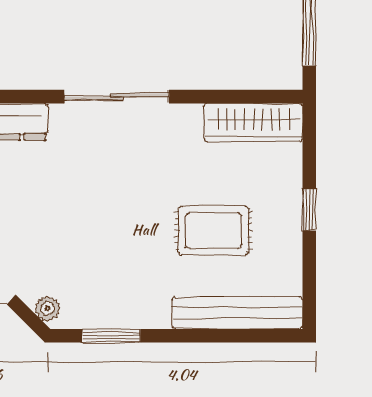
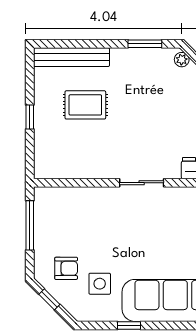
sliding door: (117, 97) -> (142, 183), width x0.73
wardrobe: (253, 122) -> (62, 168), removed

